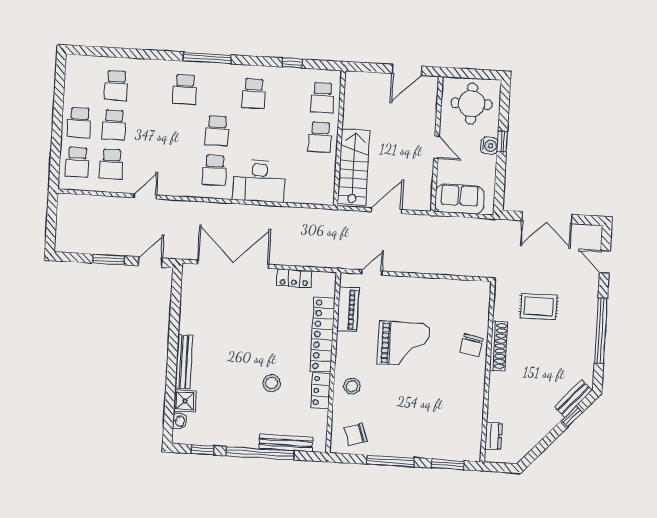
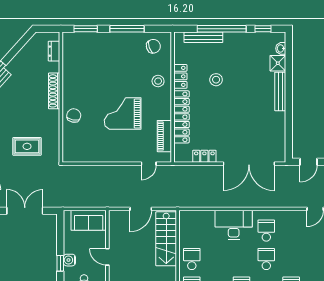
shoe rack: (499, 346) -> (54, 91), moved

